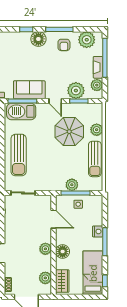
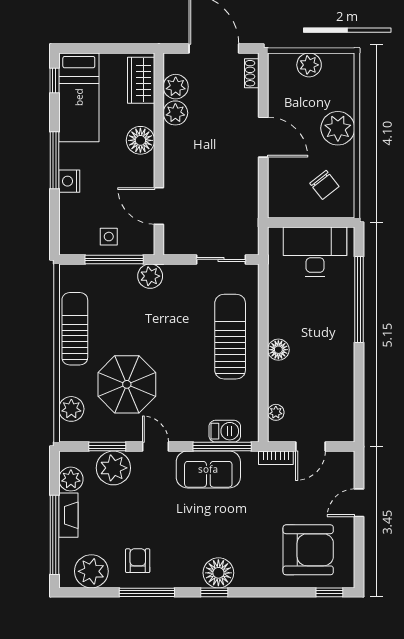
floor lamp: (38, 39) -> (218, 573), moved
barbecue: (21, 111) -> (225, 431), width x0.53, depth x0.65
plant: (97, 130) -> (71, 409), moved
plant: (72, 185) -> (150, 276), moved
plant: (45, 249) -> (175, 113), moved

